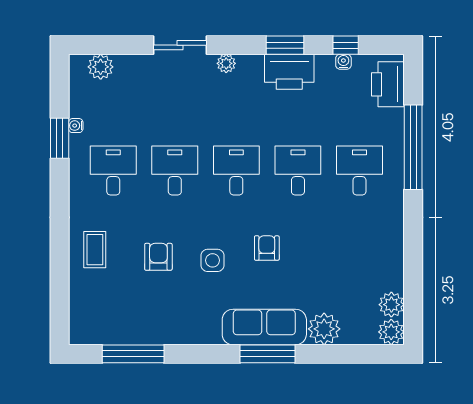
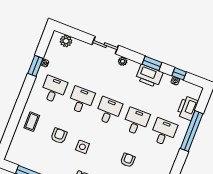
printer: (388, 84) -> (188, 108), moved
armchair: (267, 248) -> (128, 160), moved

